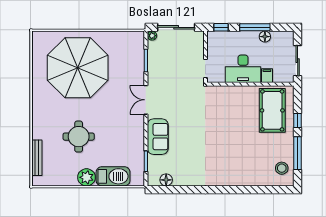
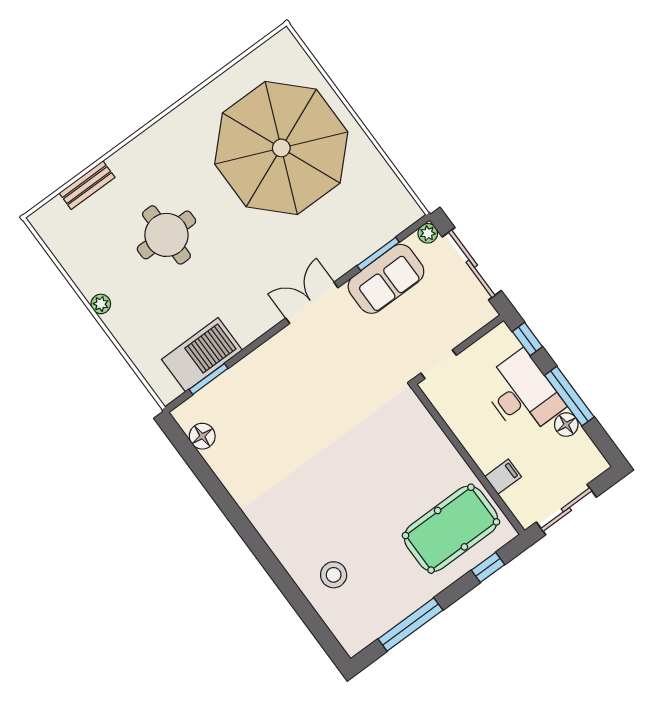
desk: (243, 69) -> (522, 394), moved, turned 180
window: (298, 120) -> (488, 567), moved
sofa: (158, 137) -> (386, 279), moved
bench: (37, 158) -> (87, 185), width x0.73
stool: (282, 168) -> (334, 575), moved
barbecue: (113, 176) -> (202, 355), moved, turned -90
plant: (87, 177) -> (101, 304), width x0.53, depth x0.53

